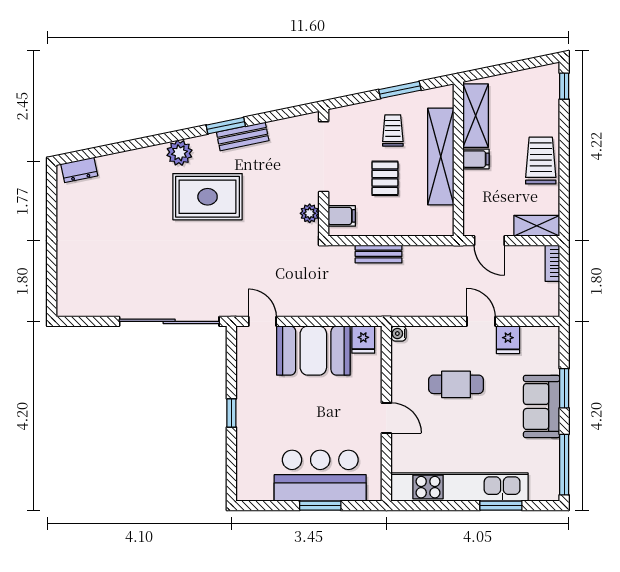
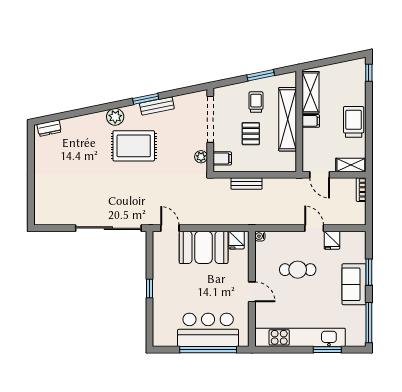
window: (320, 506) -> (208, 350), width x2.11

